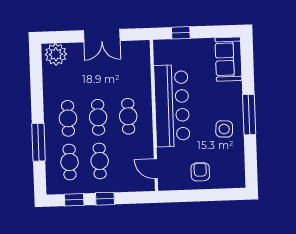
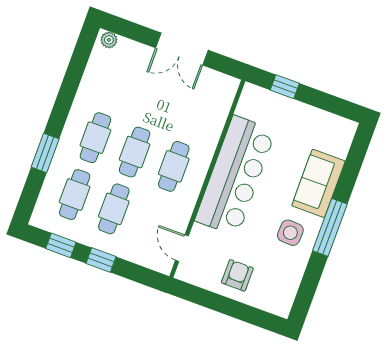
plant: (56, 54) -> (109, 40), width x0.53, depth x0.53
sofa: (228, 59) -> (318, 183), moved
window: (39, 142) -> (45, 153), width x0.69

